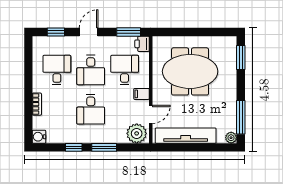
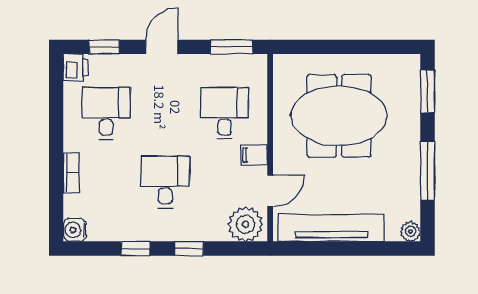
printer: (142, 44) -> (76, 67), moved, turned 180
desk: (91, 70) -> (165, 113), removed
desk: (91, 109) -> (165, 182), turned 180
window: (241, 117) -> (428, 171), moved
window: (104, 147) -> (189, 249), width x0.67

